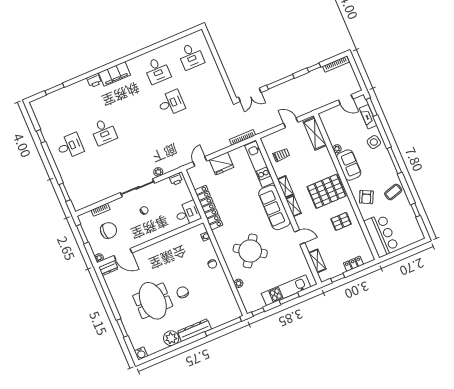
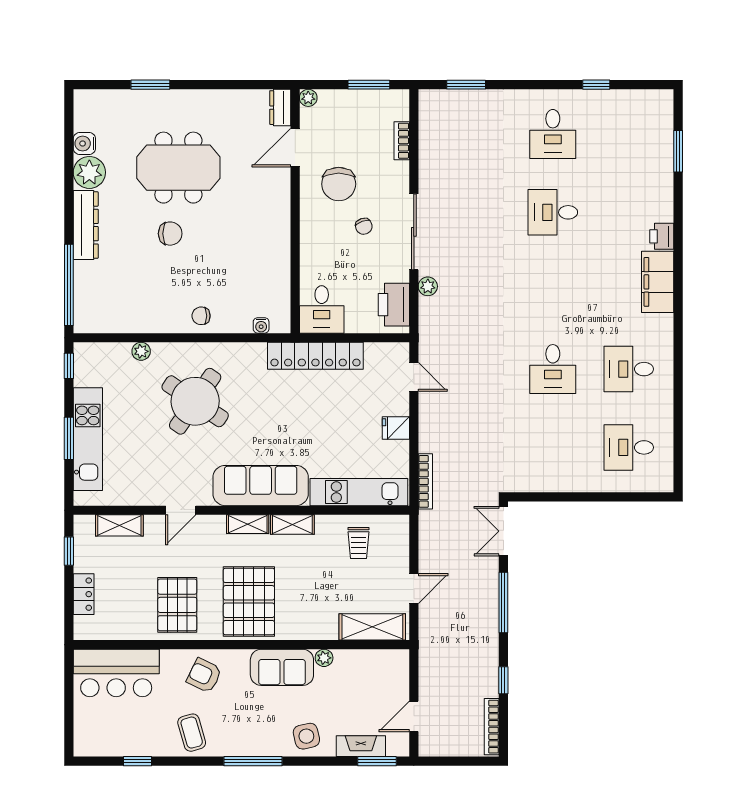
fridge: (222, 164) -> (396, 428), width x0.53, depth x0.75
printer: (176, 179) -> (394, 305), width x1.87, depth x1.48
pallet: (341, 221) -> (177, 605), width x1.50, depth x1.42
chair: (109, 230) -> (339, 184), moved
water cooler: (141, 354) -> (84, 144), moved

